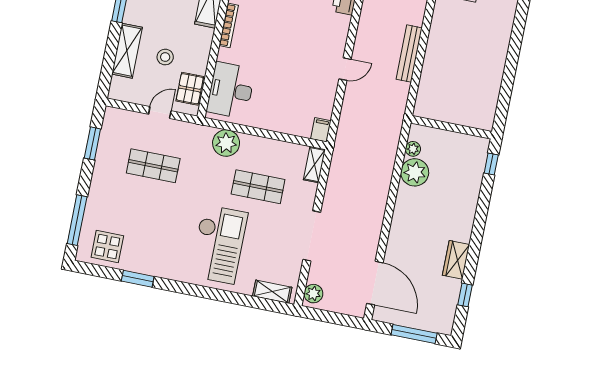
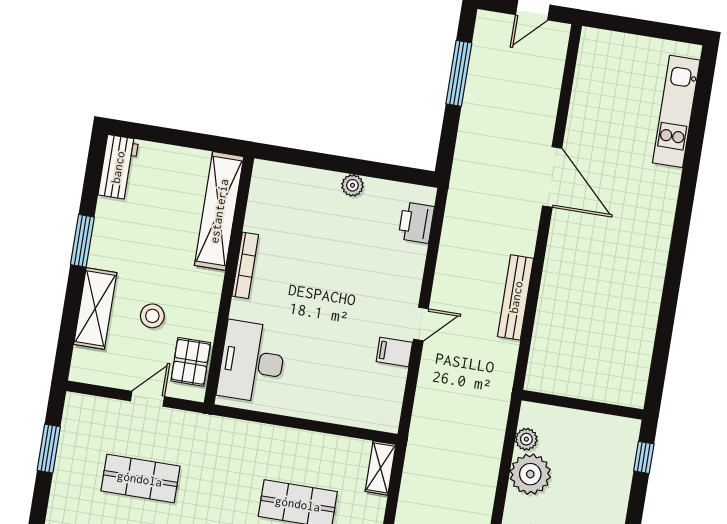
filing cabinet: (321, 130) -> (394, 352), moved, turned -90
plant: (226, 143) -> (248, 441), removed

